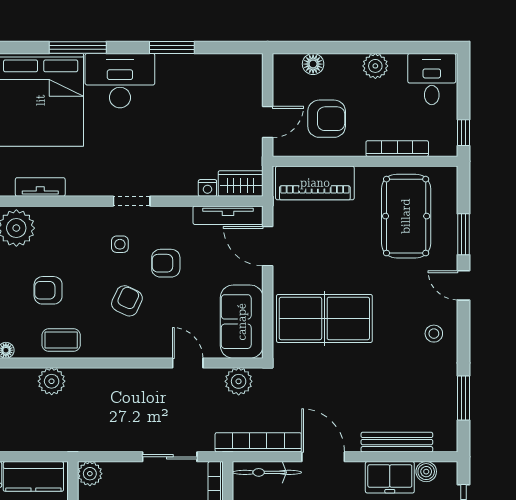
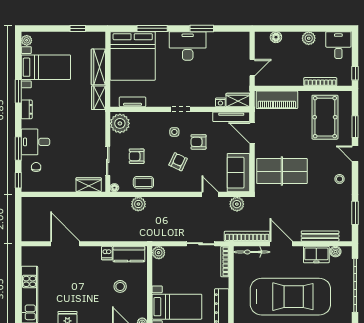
desk: (120, 81) -> (188, 46), moved
armchair: (327, 119) -> (283, 66), removed

